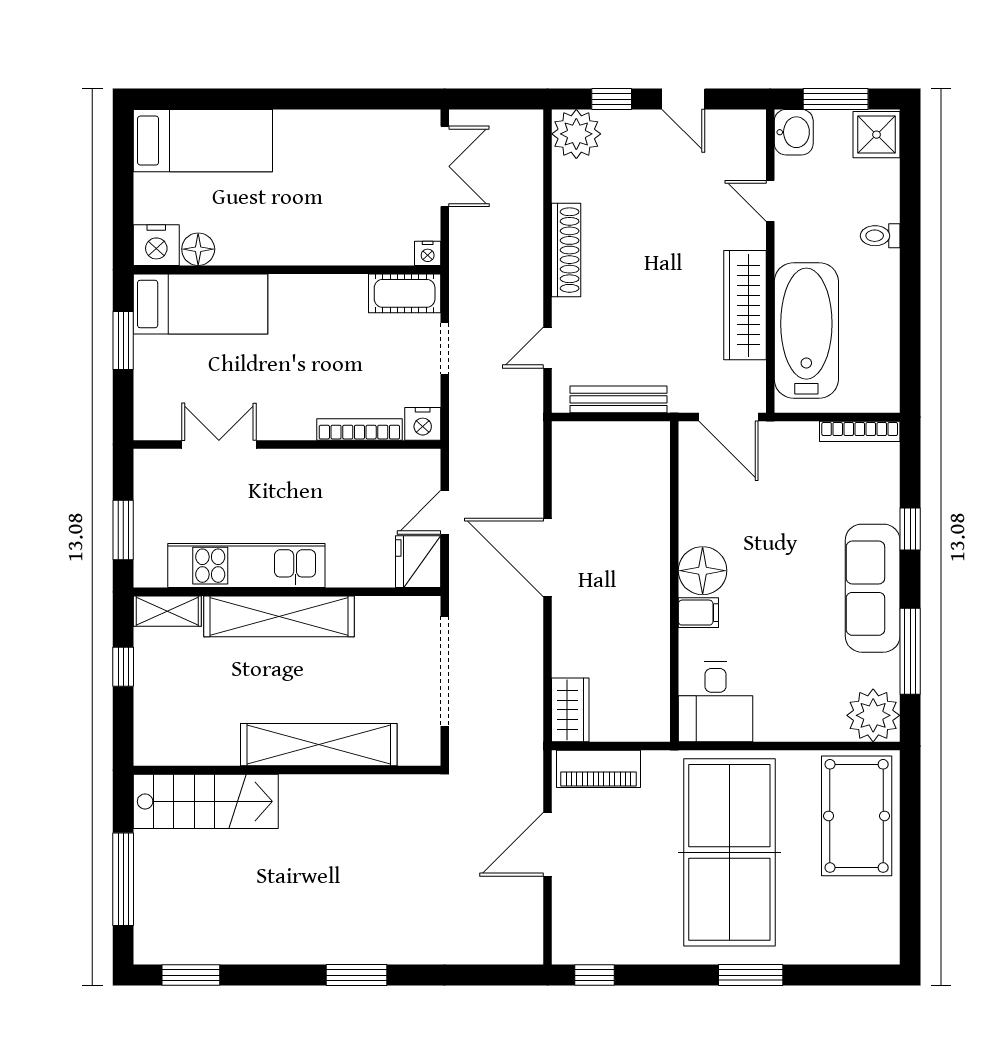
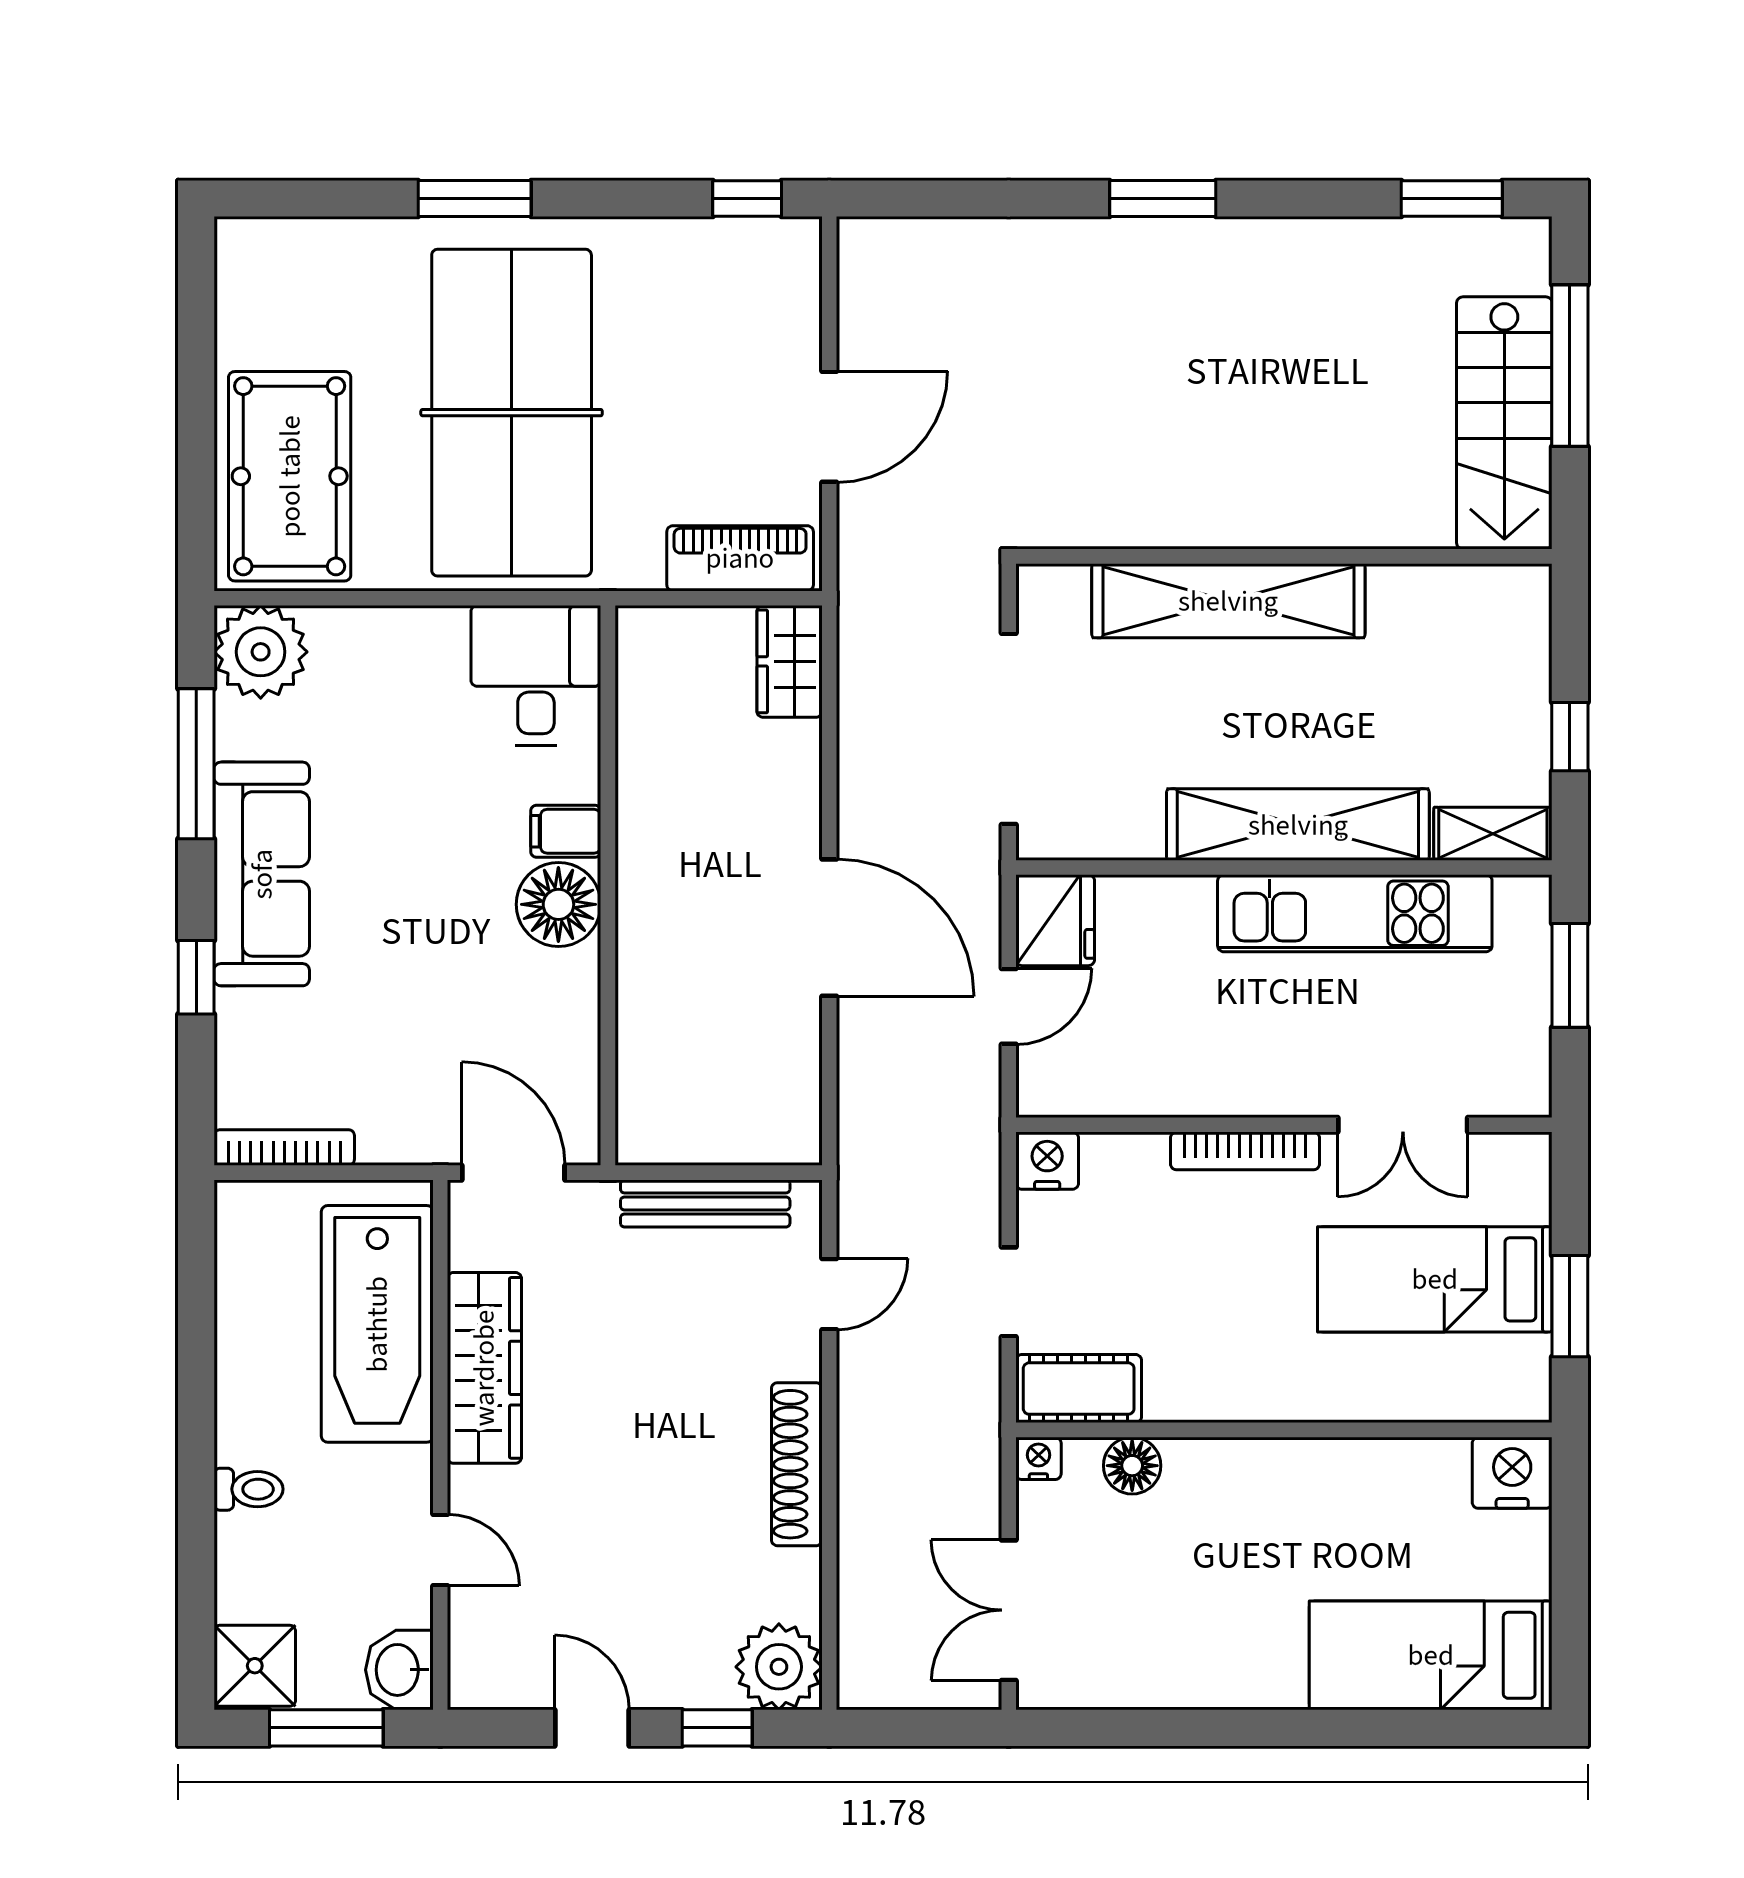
floor lamp: (198, 249) -> (1132, 1466), moved
bed: (201, 304) -> (1435, 1279), moved
bookcase: (359, 429) -> (1245, 1151), moved
stairs: (206, 801) -> (1504, 423), moved, turned -90

